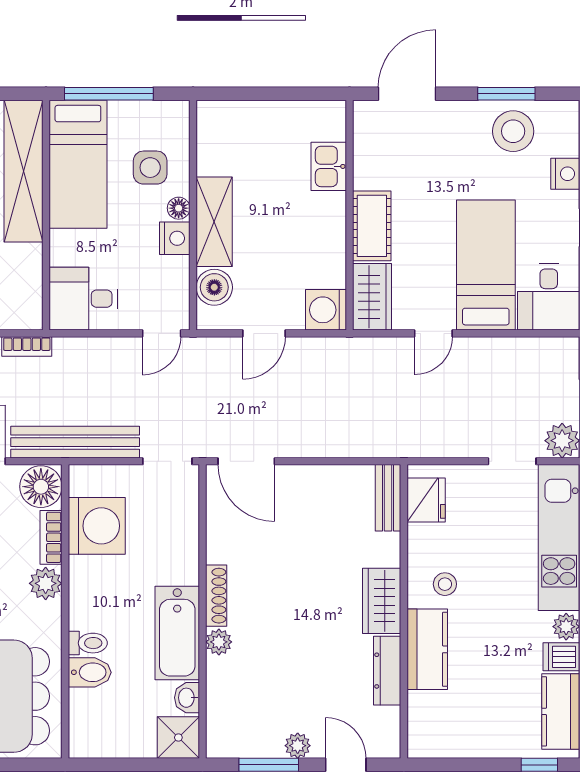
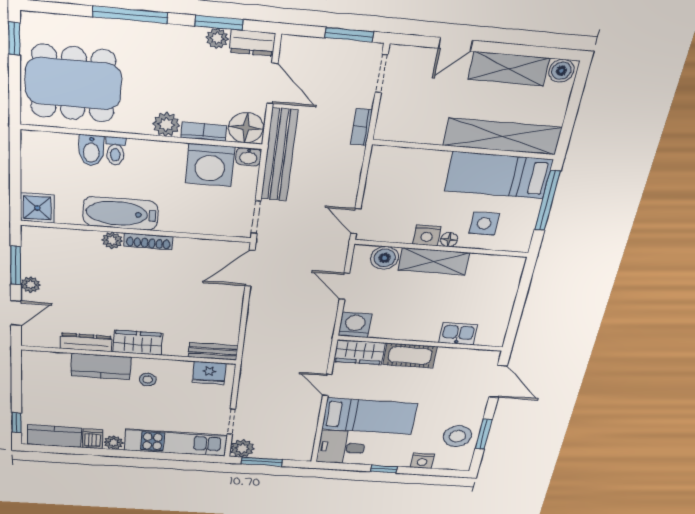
desk: (83, 299) -> (392, 170), removed
washbasin: (187, 698) -> (248, 157), moved, turned 180

